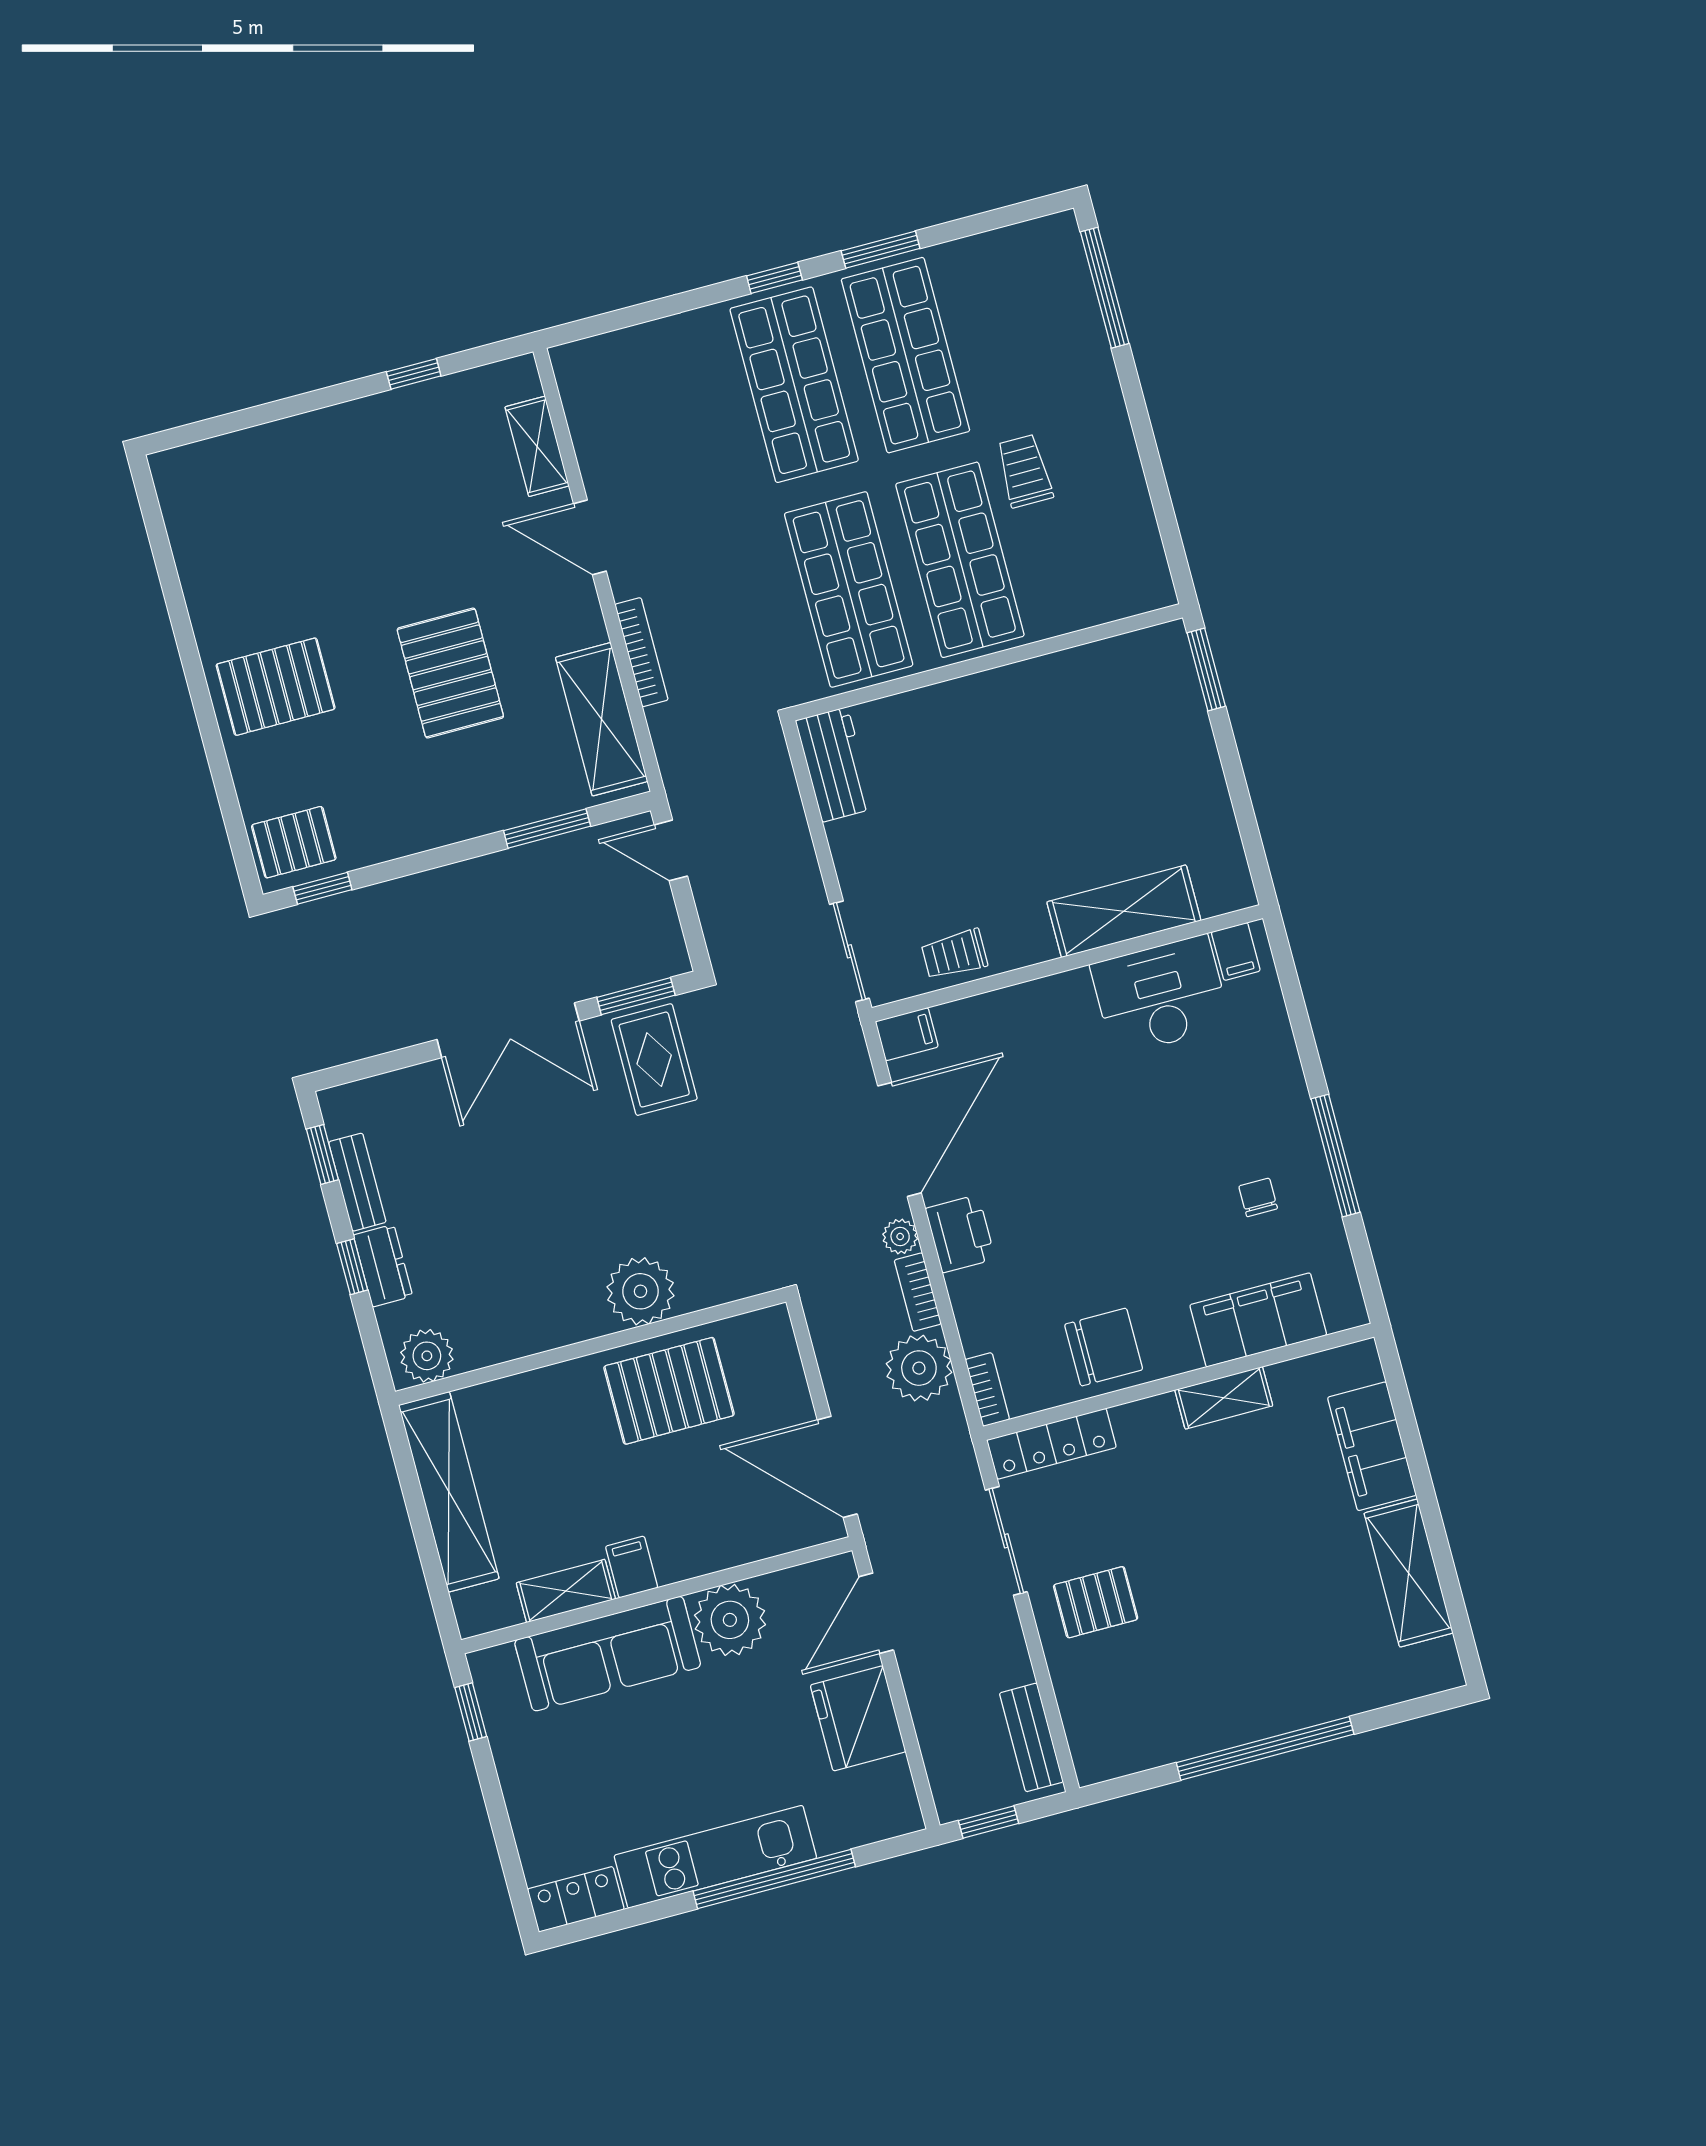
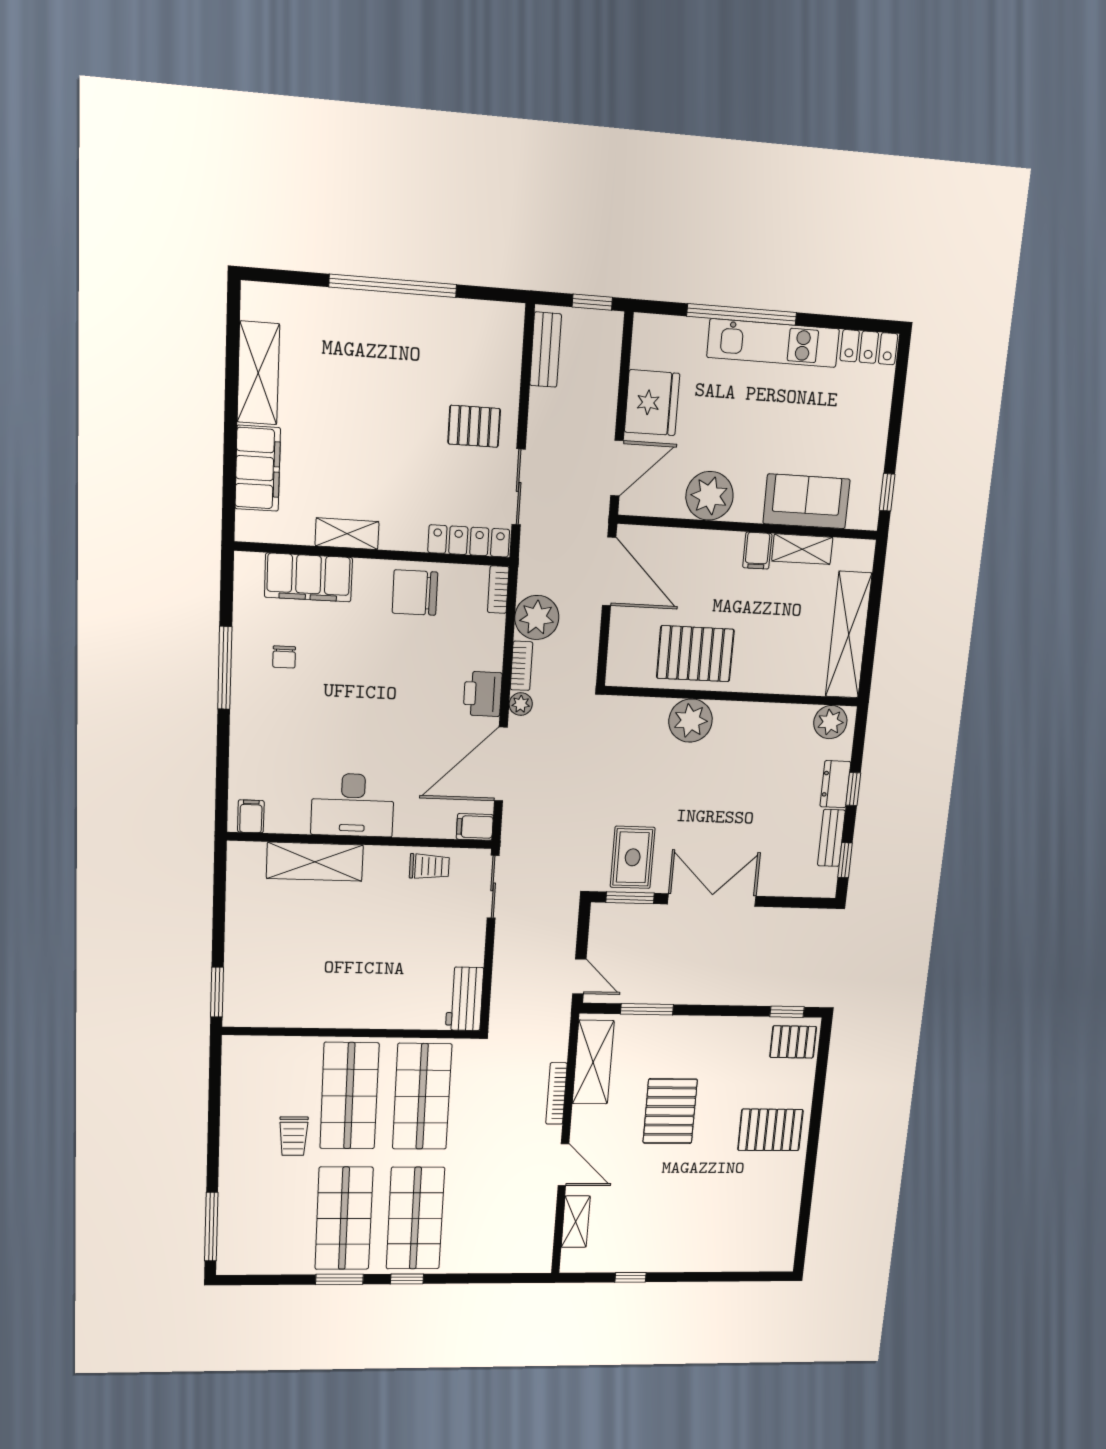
desk: (1161, 995) -> (353, 805), moved
sofa: (608, 1654) -> (806, 501), width x0.73

